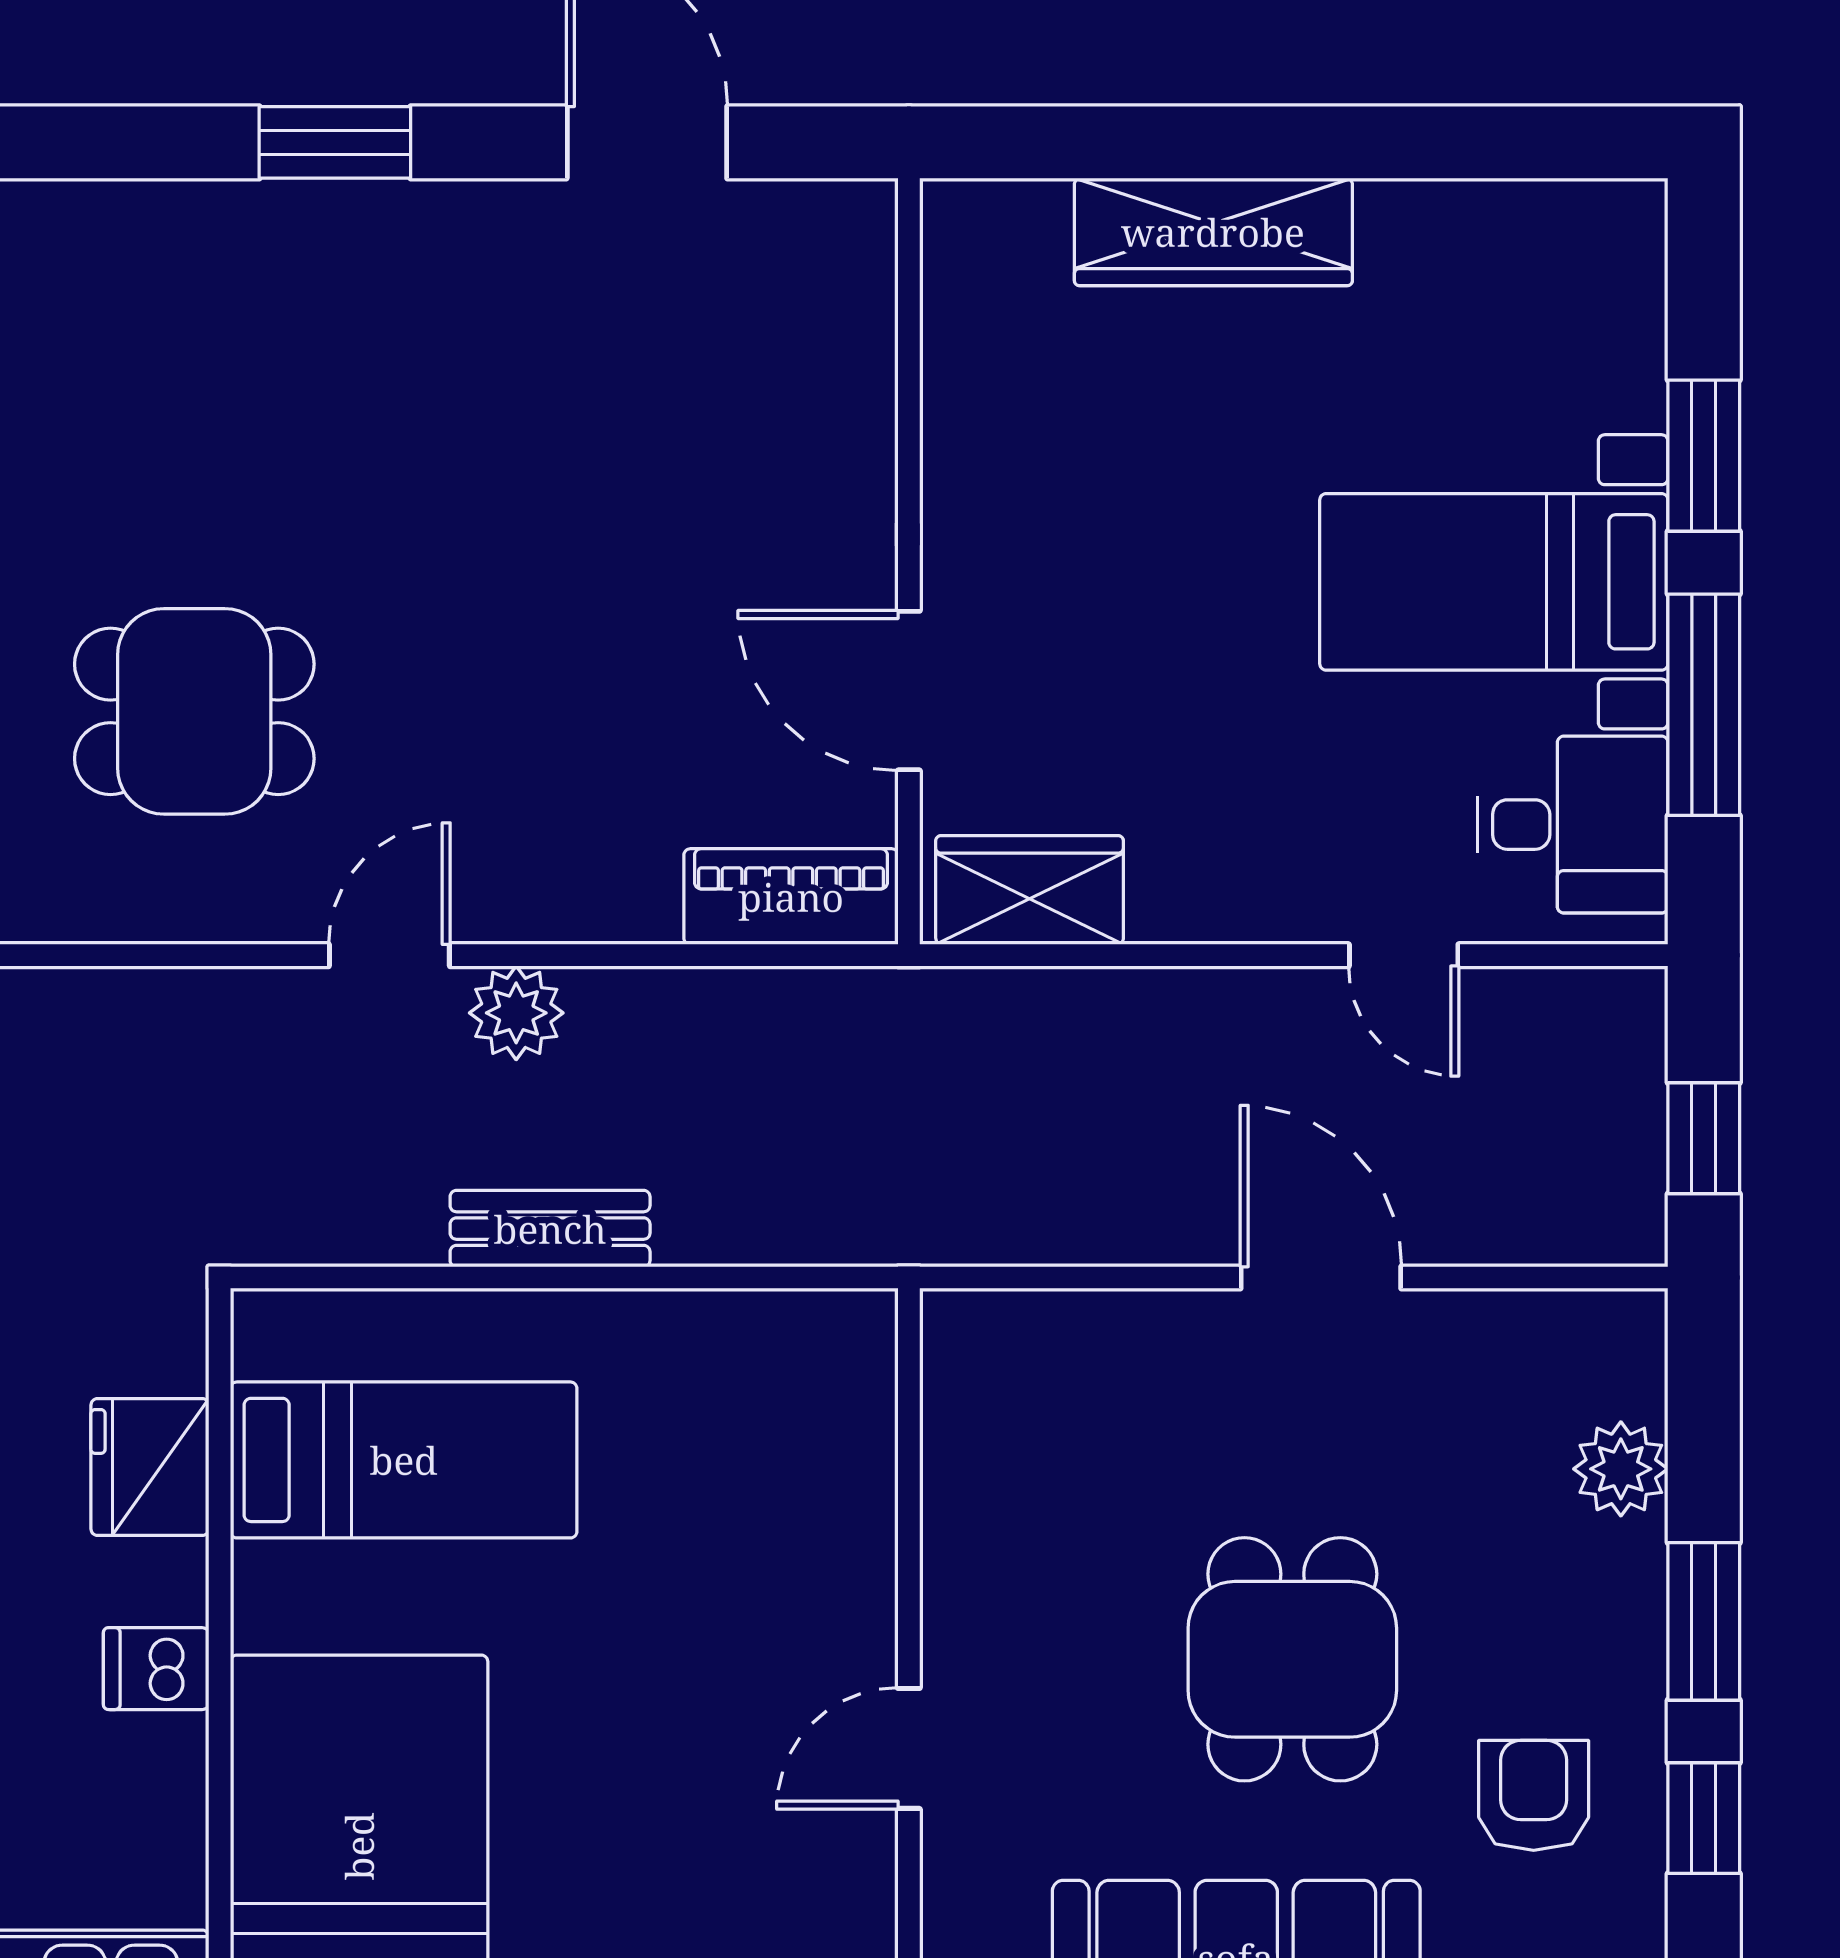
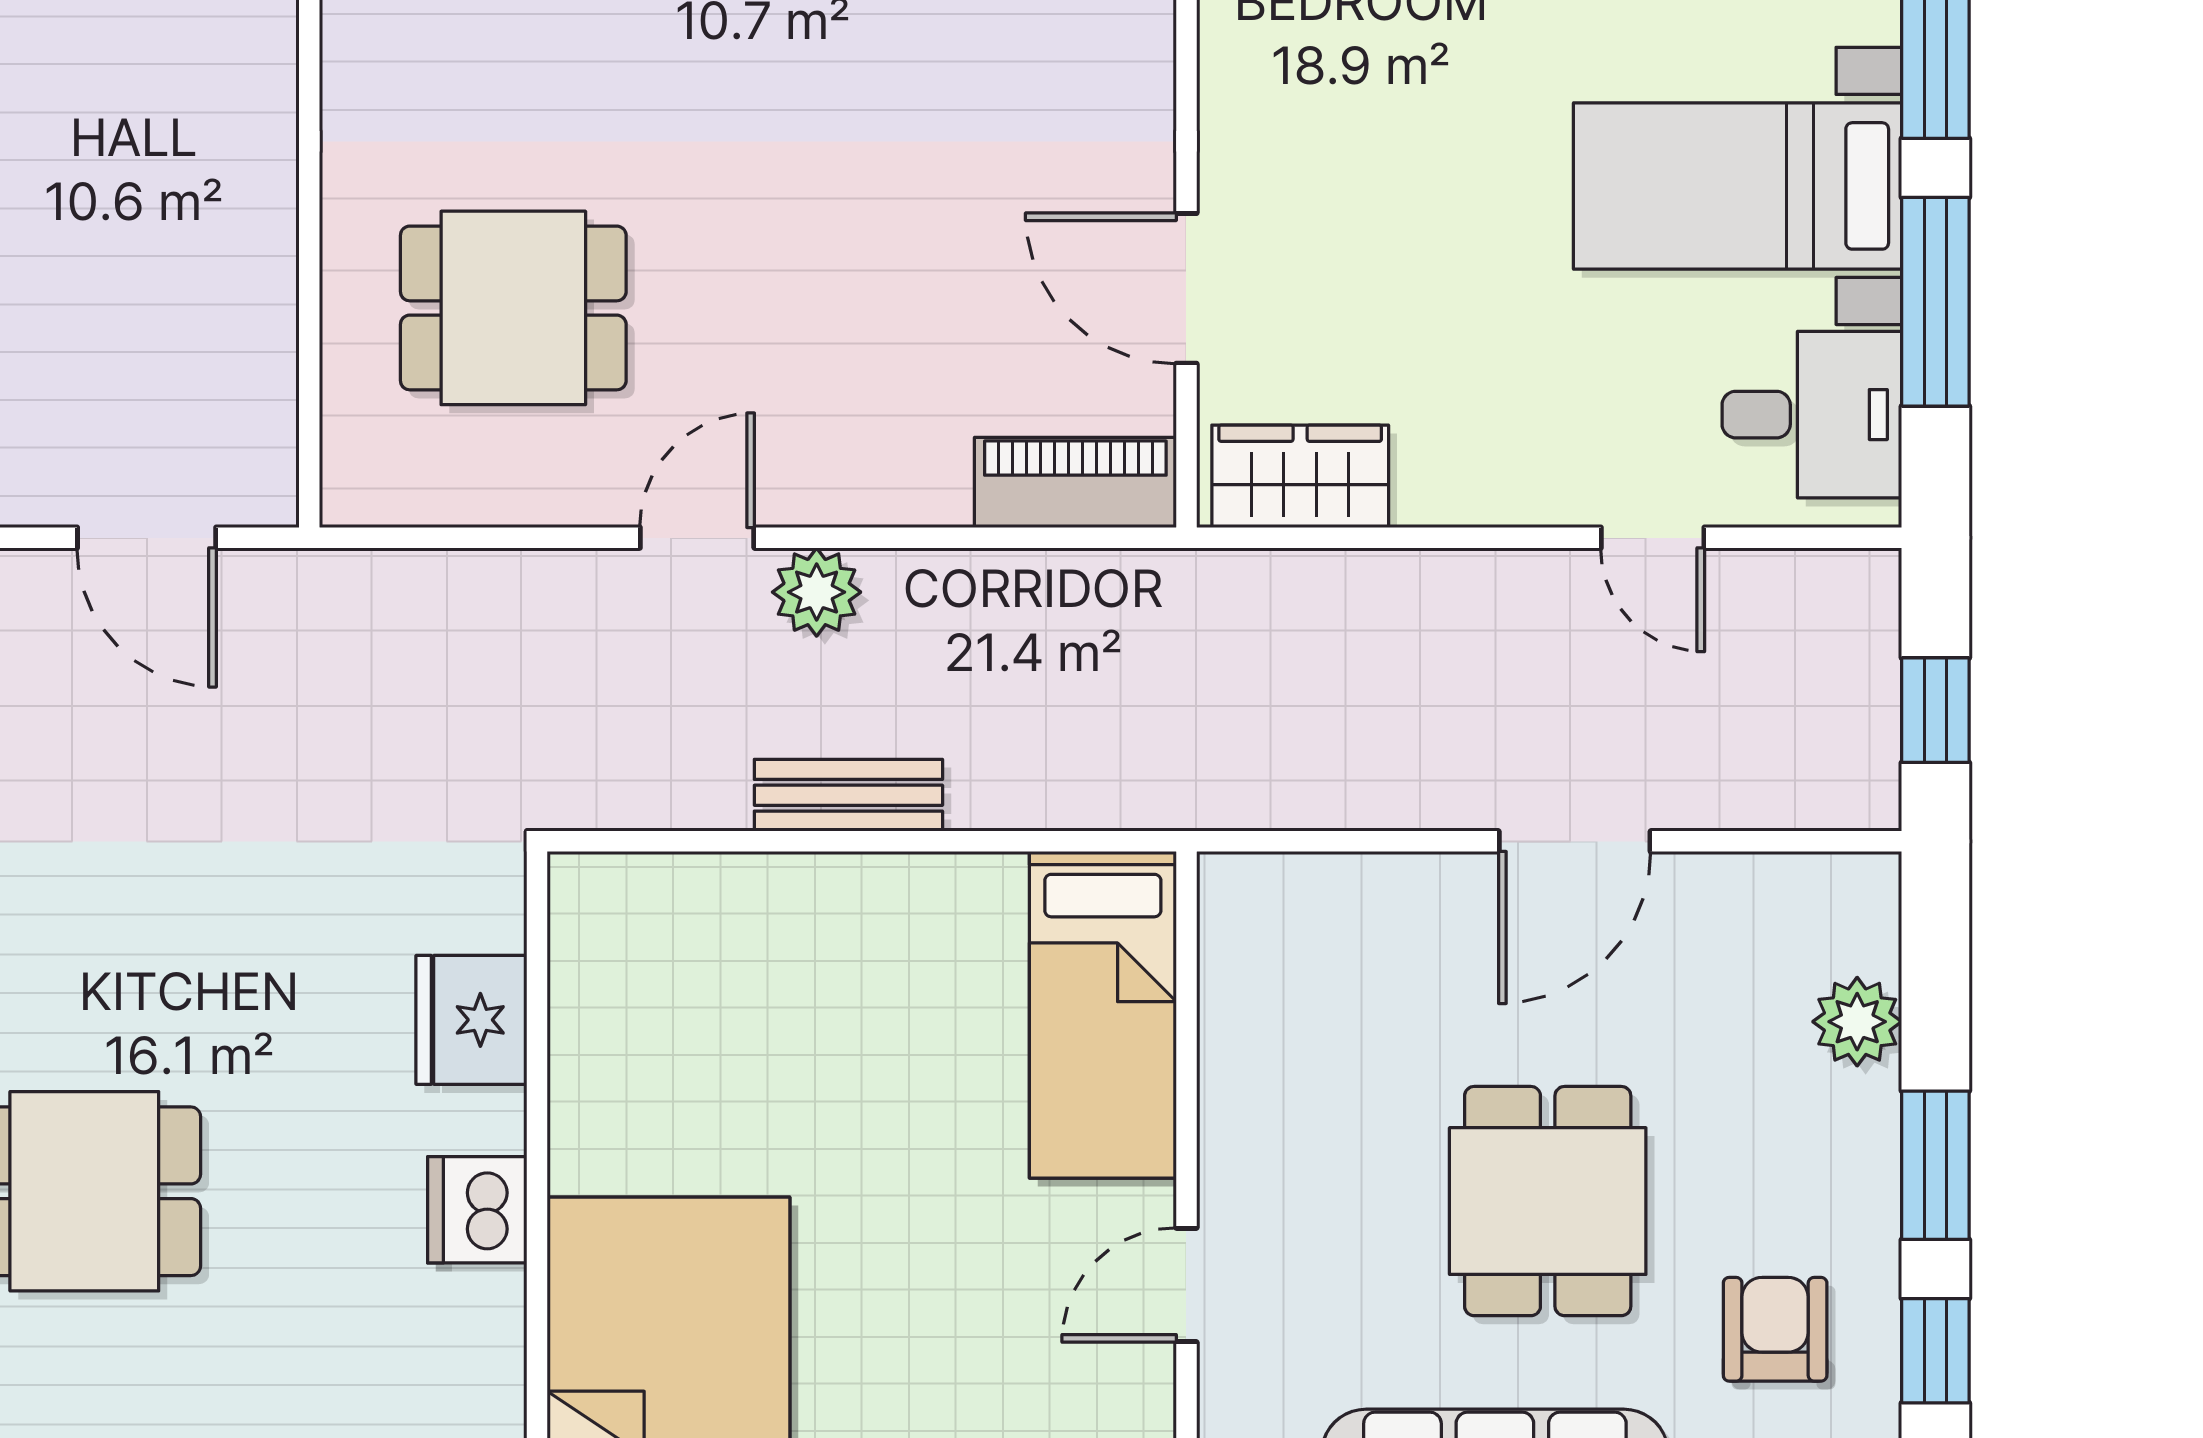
door: (1321, 1277) -> (1575, 841), swing flipped
bed: (404, 1460) -> (1103, 1015), moved, turned 90
dishwasher: (156, 1669) -> (477, 1210), width x1.38

